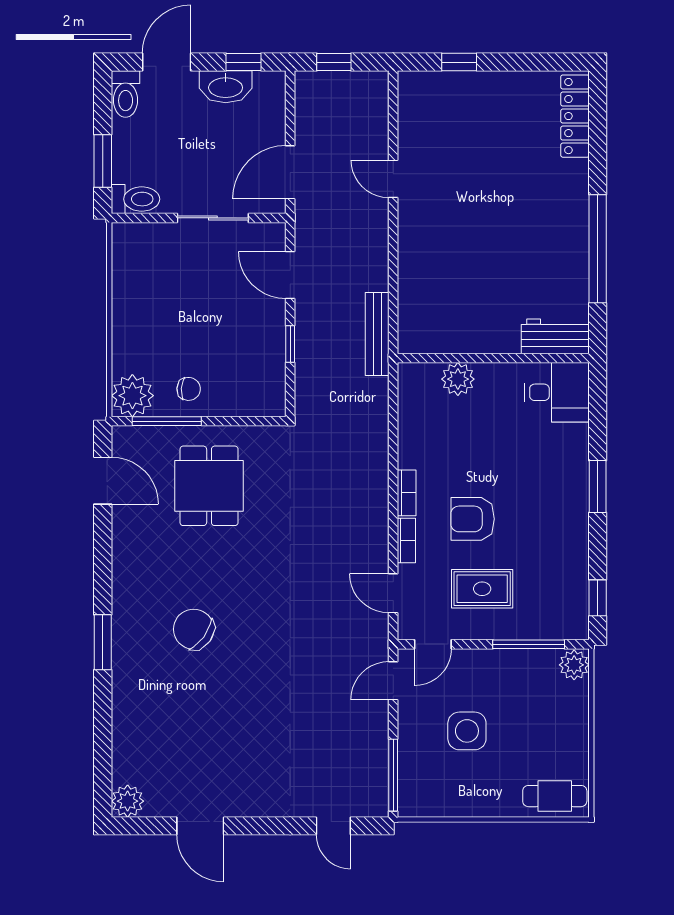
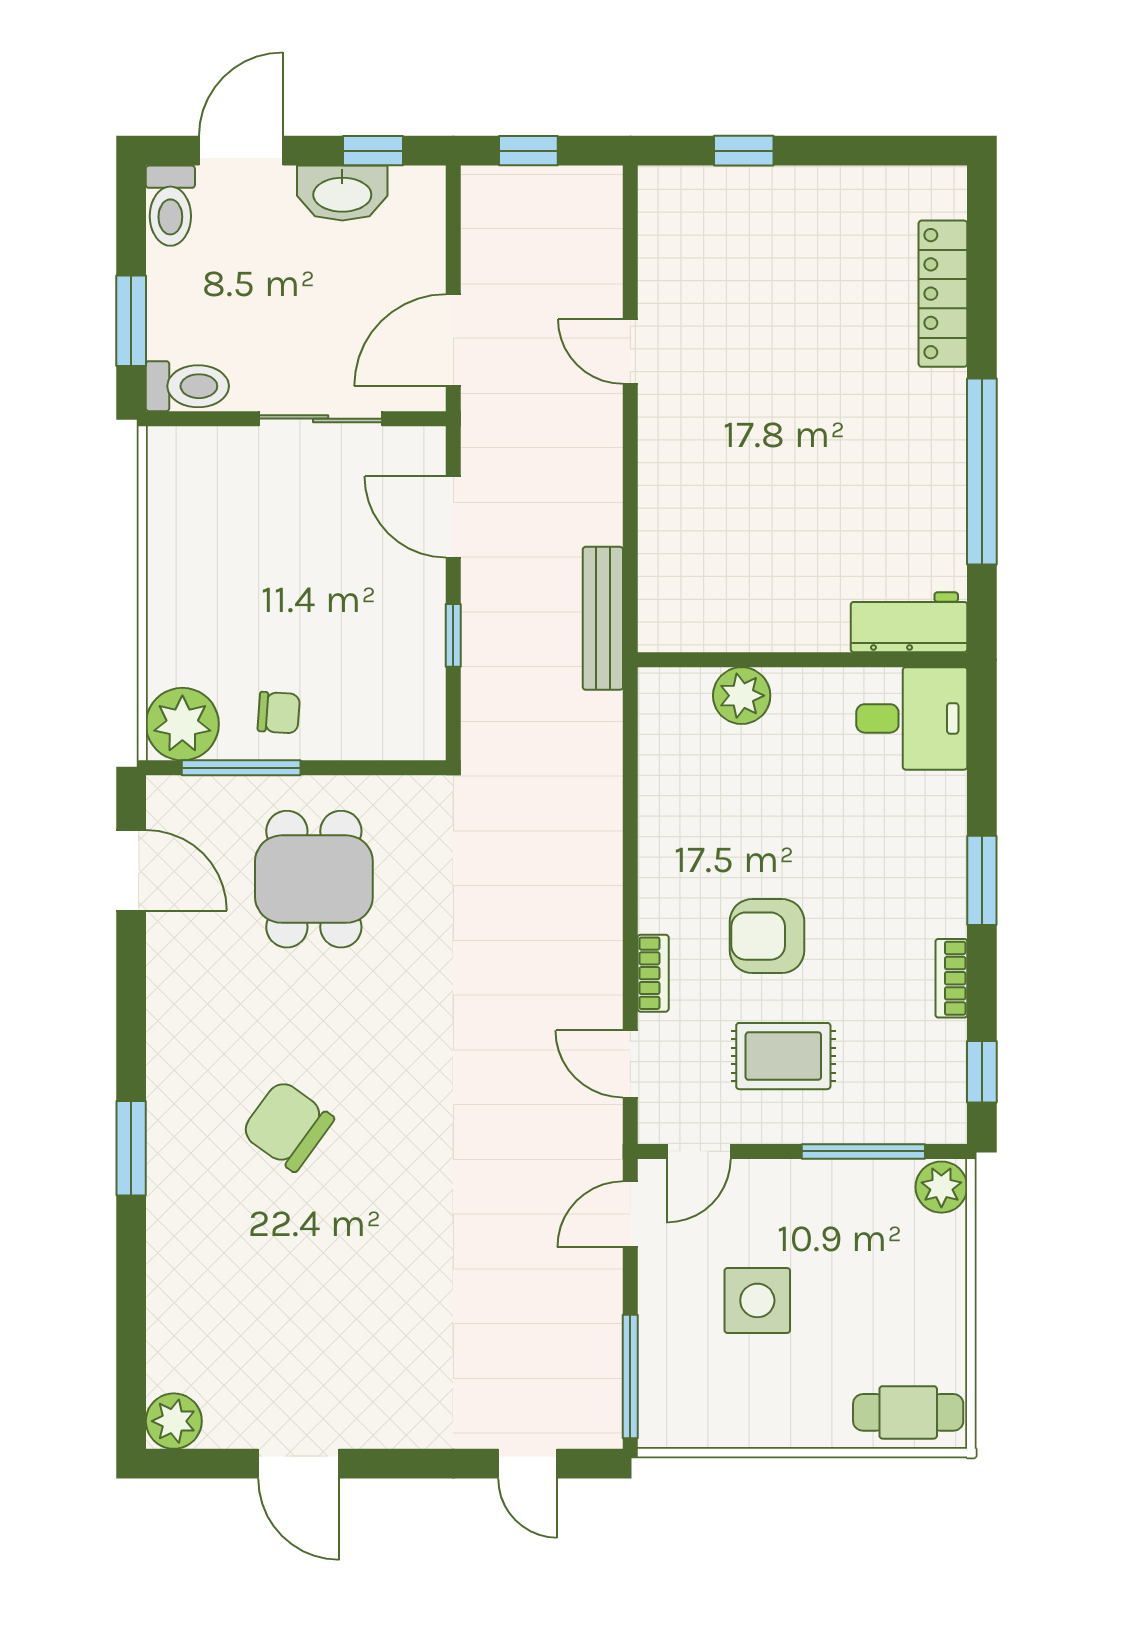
locker: (575, 116) -> (943, 294), moved
bookcase: (407, 493) -> (951, 978), moved, turned 180

